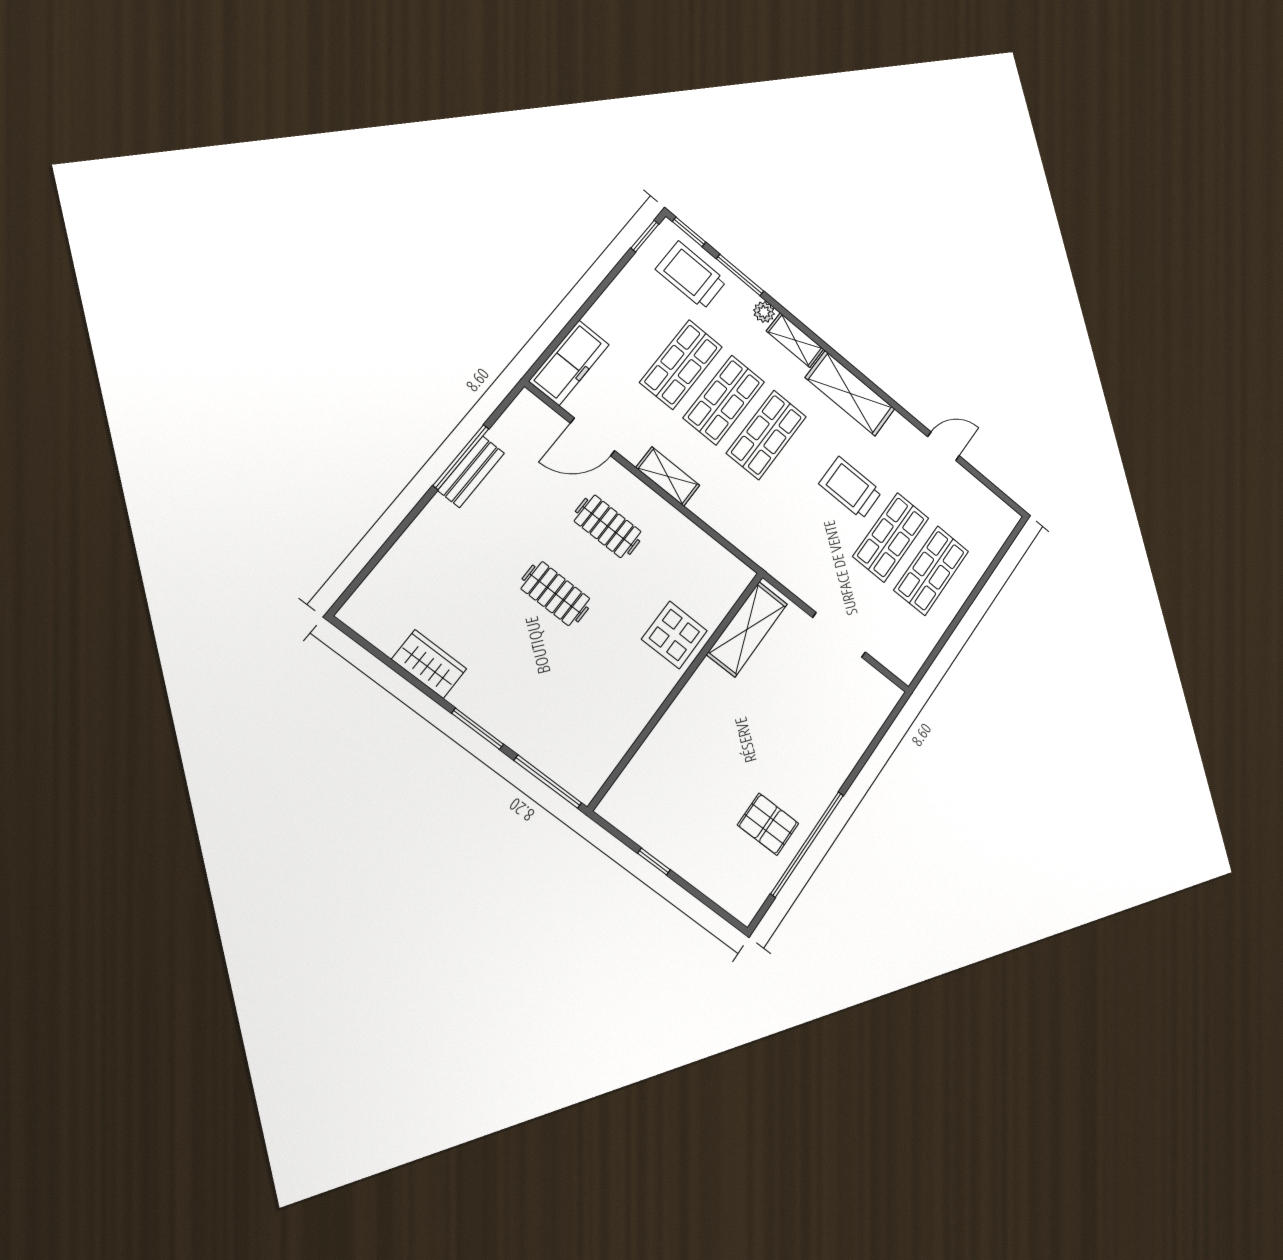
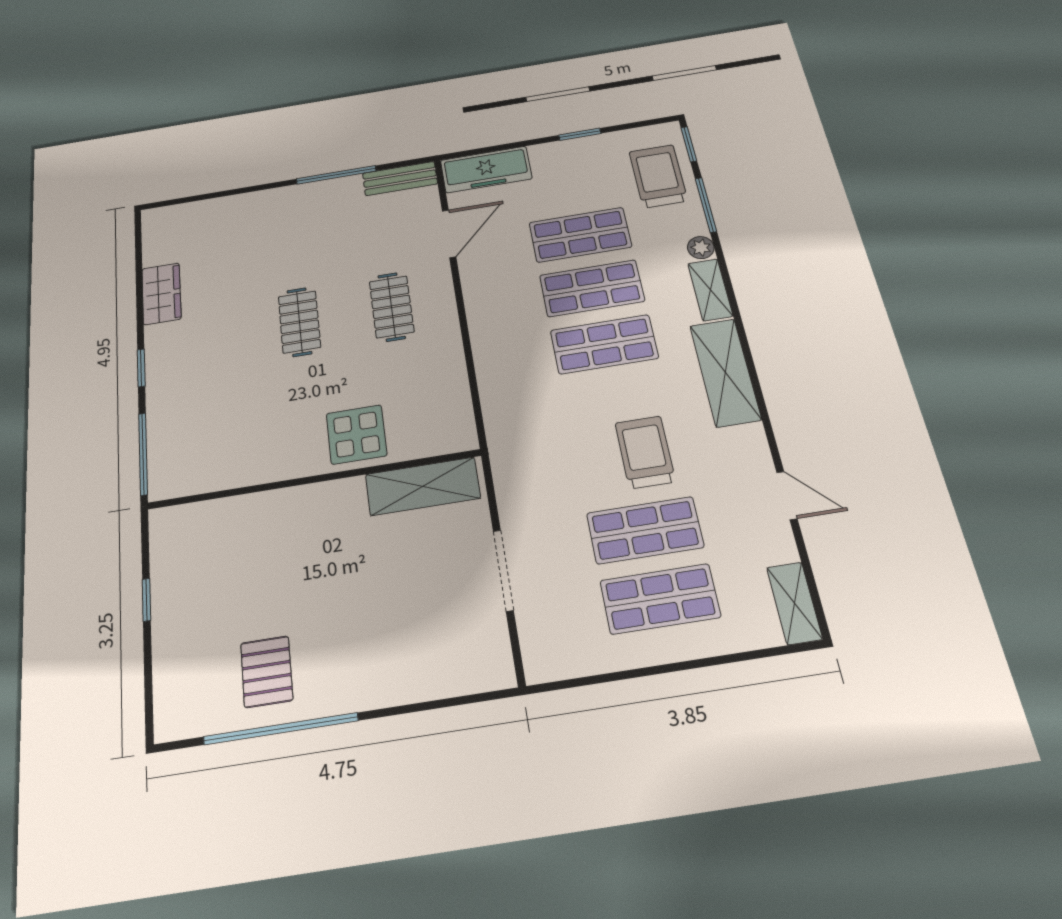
window: (645, 236) -> (580, 134), moved
door: (593, 437) -> (449, 234), swing flipped
bench: (471, 472) -> (400, 179), moved
shelving: (668, 476) -> (794, 603), moved
window: (478, 729) -> (141, 368), width x0.67

